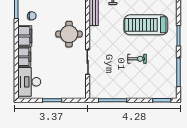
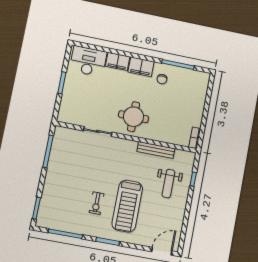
treadmill: (146, 25) -> (127, 206), turned 180
exercise bike: (137, 59) -> (97, 203), moved

